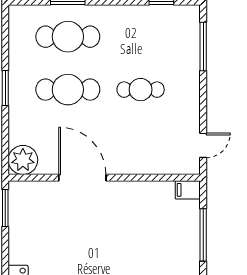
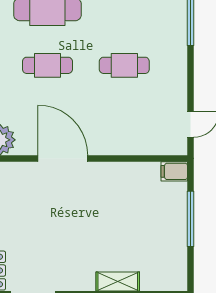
cafe table: (68, 90) -> (47, 65), width x0.73, depth x0.74

